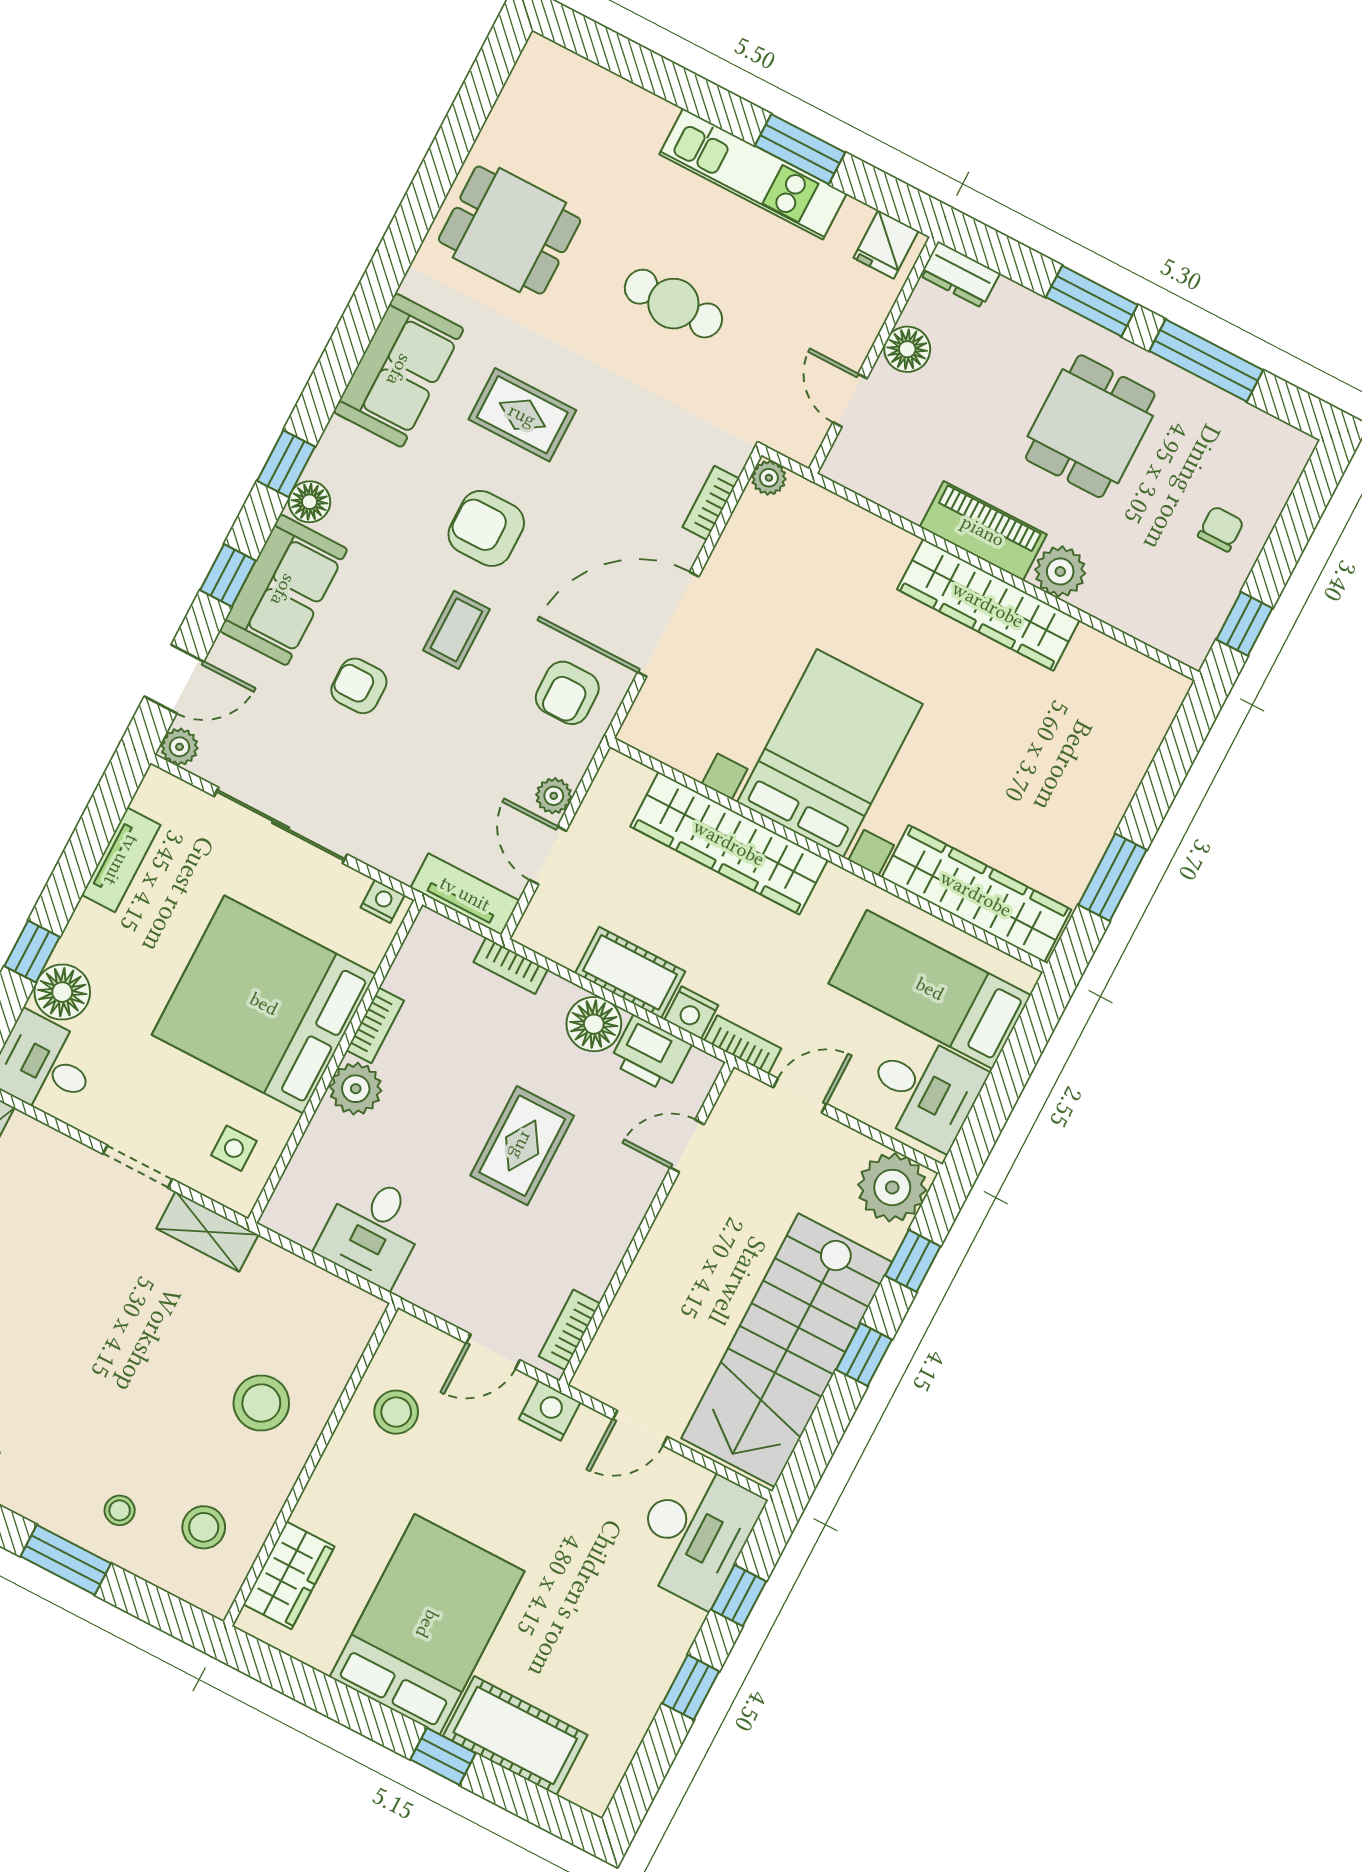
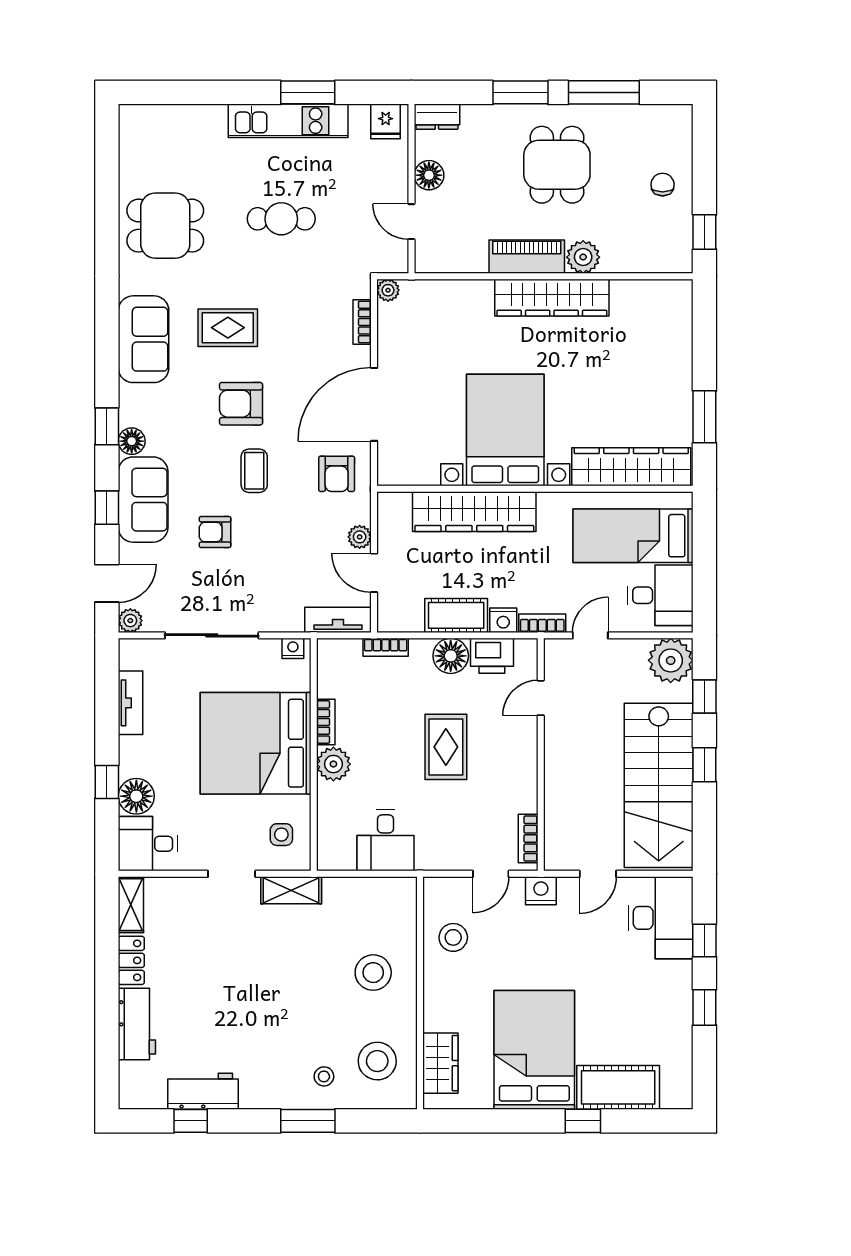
stool: (204, 1527) -> (377, 1061), width x1.38, depth x1.38

